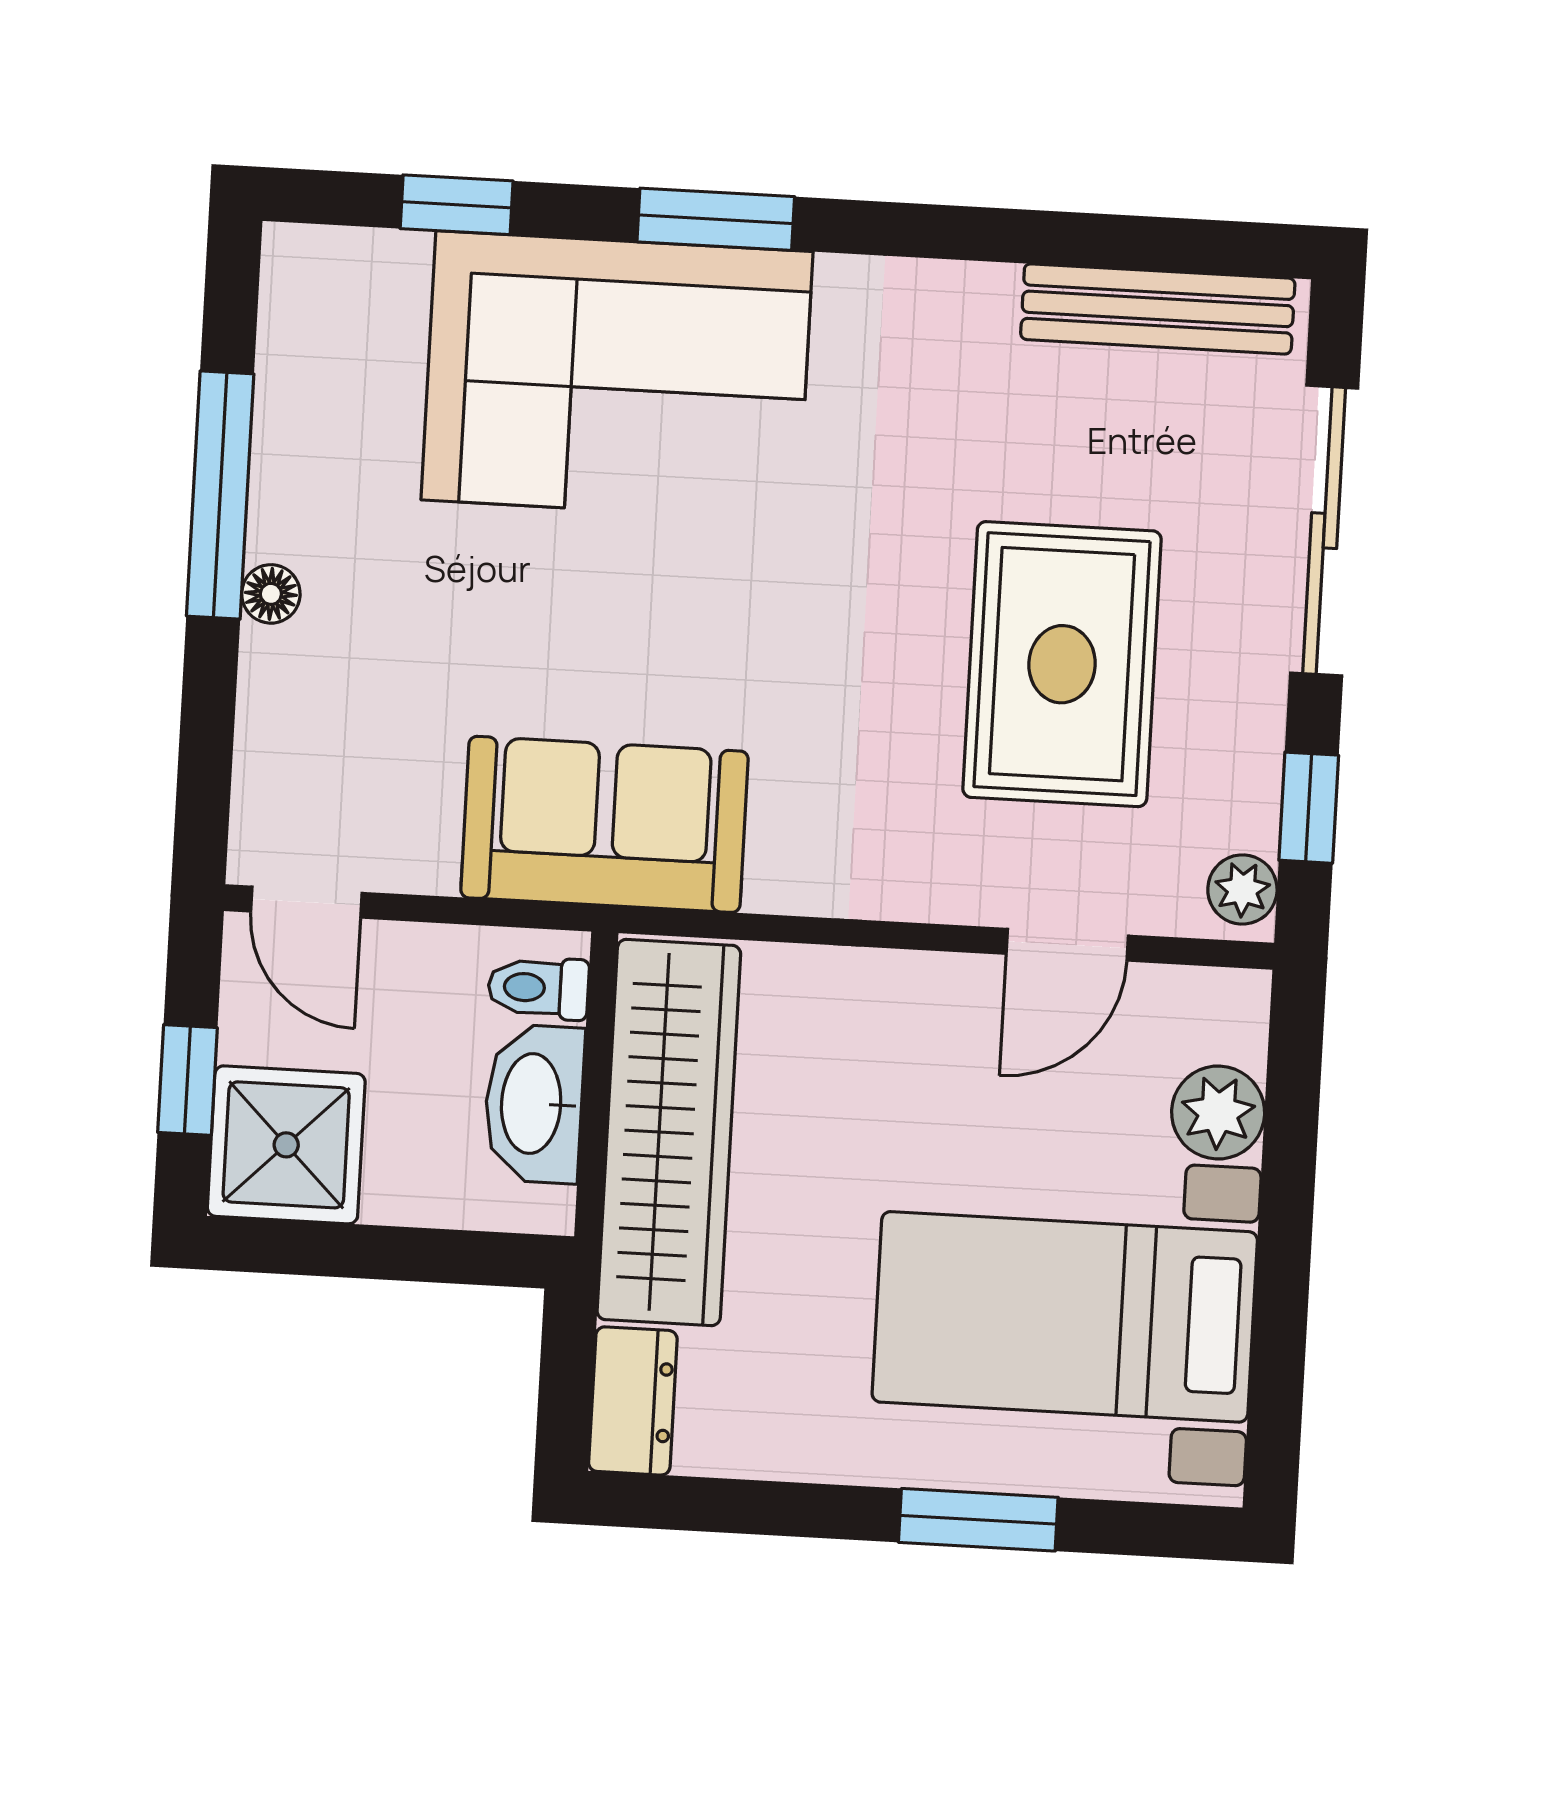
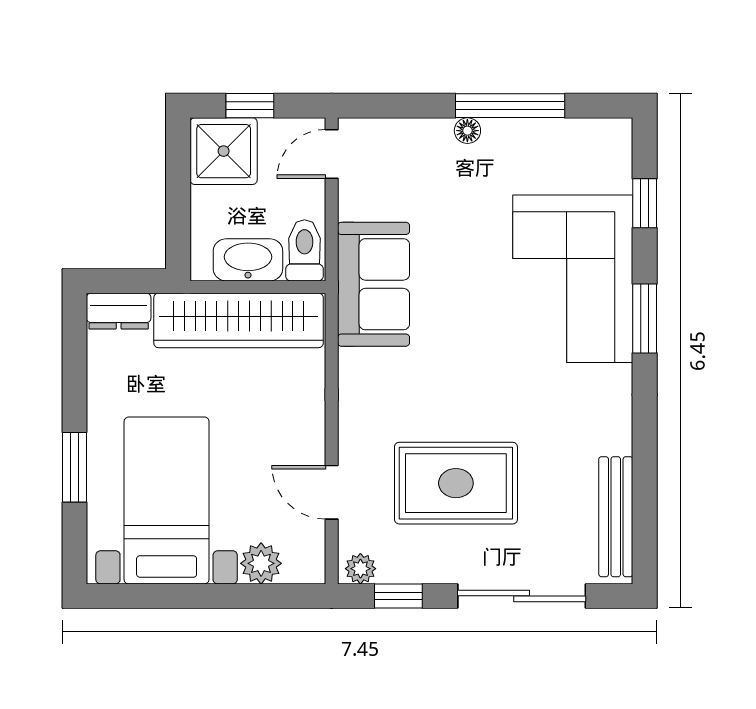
toilet: (538, 988) -> (304, 250), width x1.37, depth x1.39

